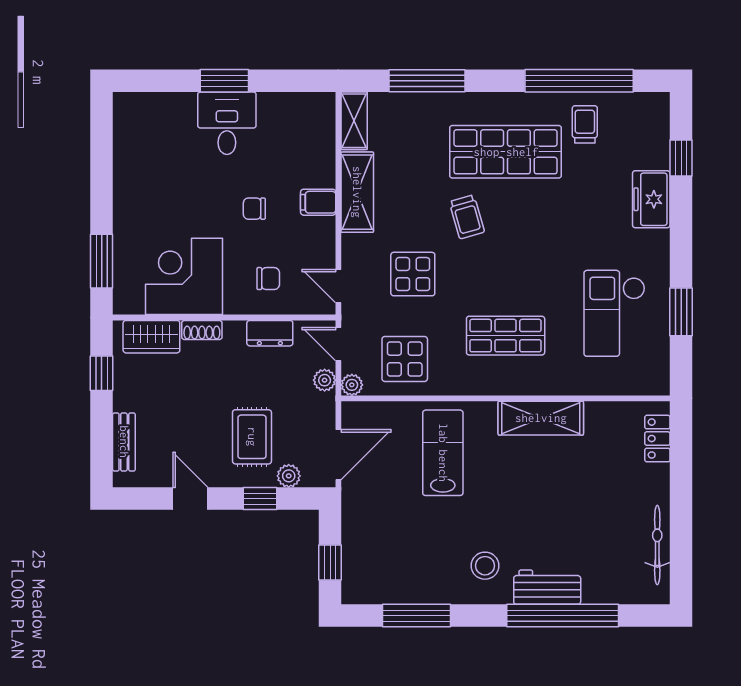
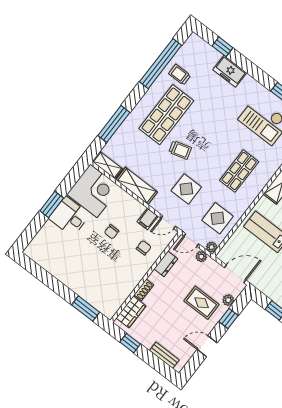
filing cabinet: (318, 202) -> (148, 219), moved
corner desk: (184, 276) -> (93, 191), moved, turned 180
door: (338, 455) -> (235, 274), hinge flipped

